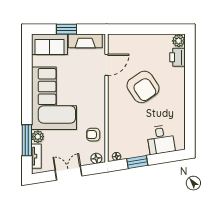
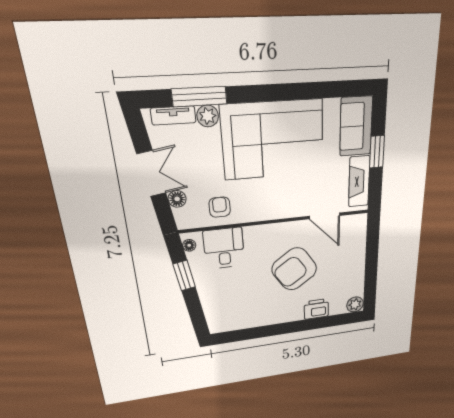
printer: (177, 57) -> (316, 309), moved
desk: (161, 140) -> (224, 248), moved, turned 99
floor lamp: (96, 158) -> (177, 199), moved

